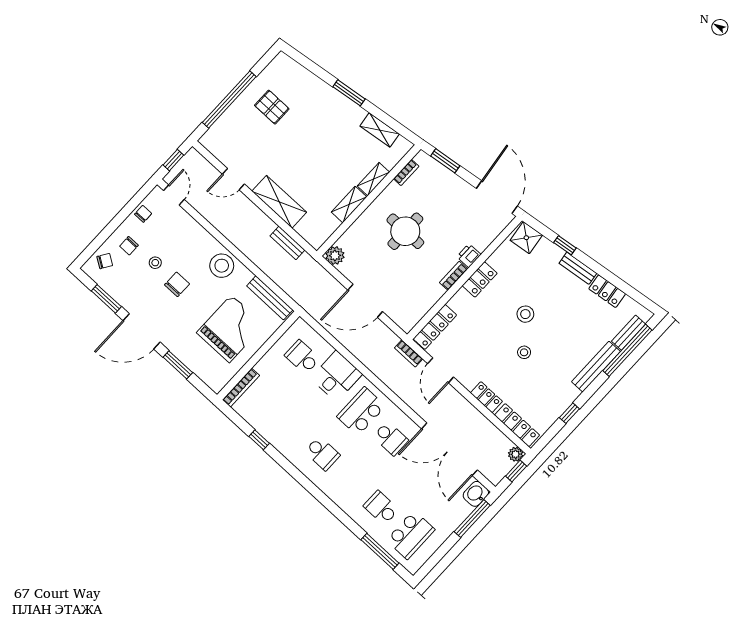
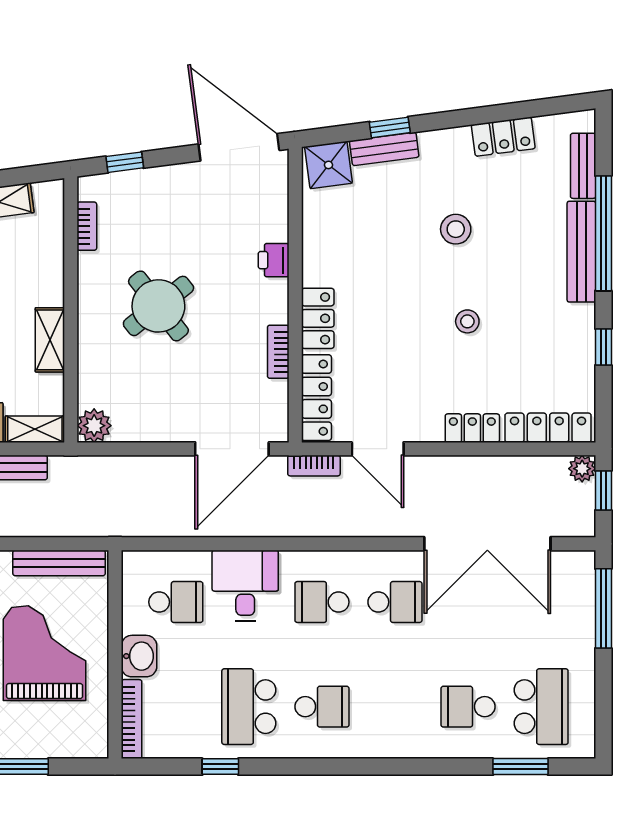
window: (445, 161) -> (125, 162), width x0.67
shelving: (373, 179) -> (35, 429), moved, turned 90
round table: (405, 231) -> (158, 306), turned -38
bench: (578, 268) -> (384, 149), moved
bookcase: (454, 276) -> (278, 352), moved
locker: (480, 279) -> (318, 318), moved
door: (365, 301) -> (232, 449), moved
stool: (525, 314) -> (456, 229), moved
window: (627, 350) -> (603, 233), moved
school desk: (302, 357) -> (176, 602), turned 180
school desk: (361, 411) -> (322, 602), width x0.54
school desk: (293, 426) -> (249, 707), added
washbasin: (476, 494) -> (139, 656), moved, turned 180
window: (380, 551) -> (520, 767), width x0.69

